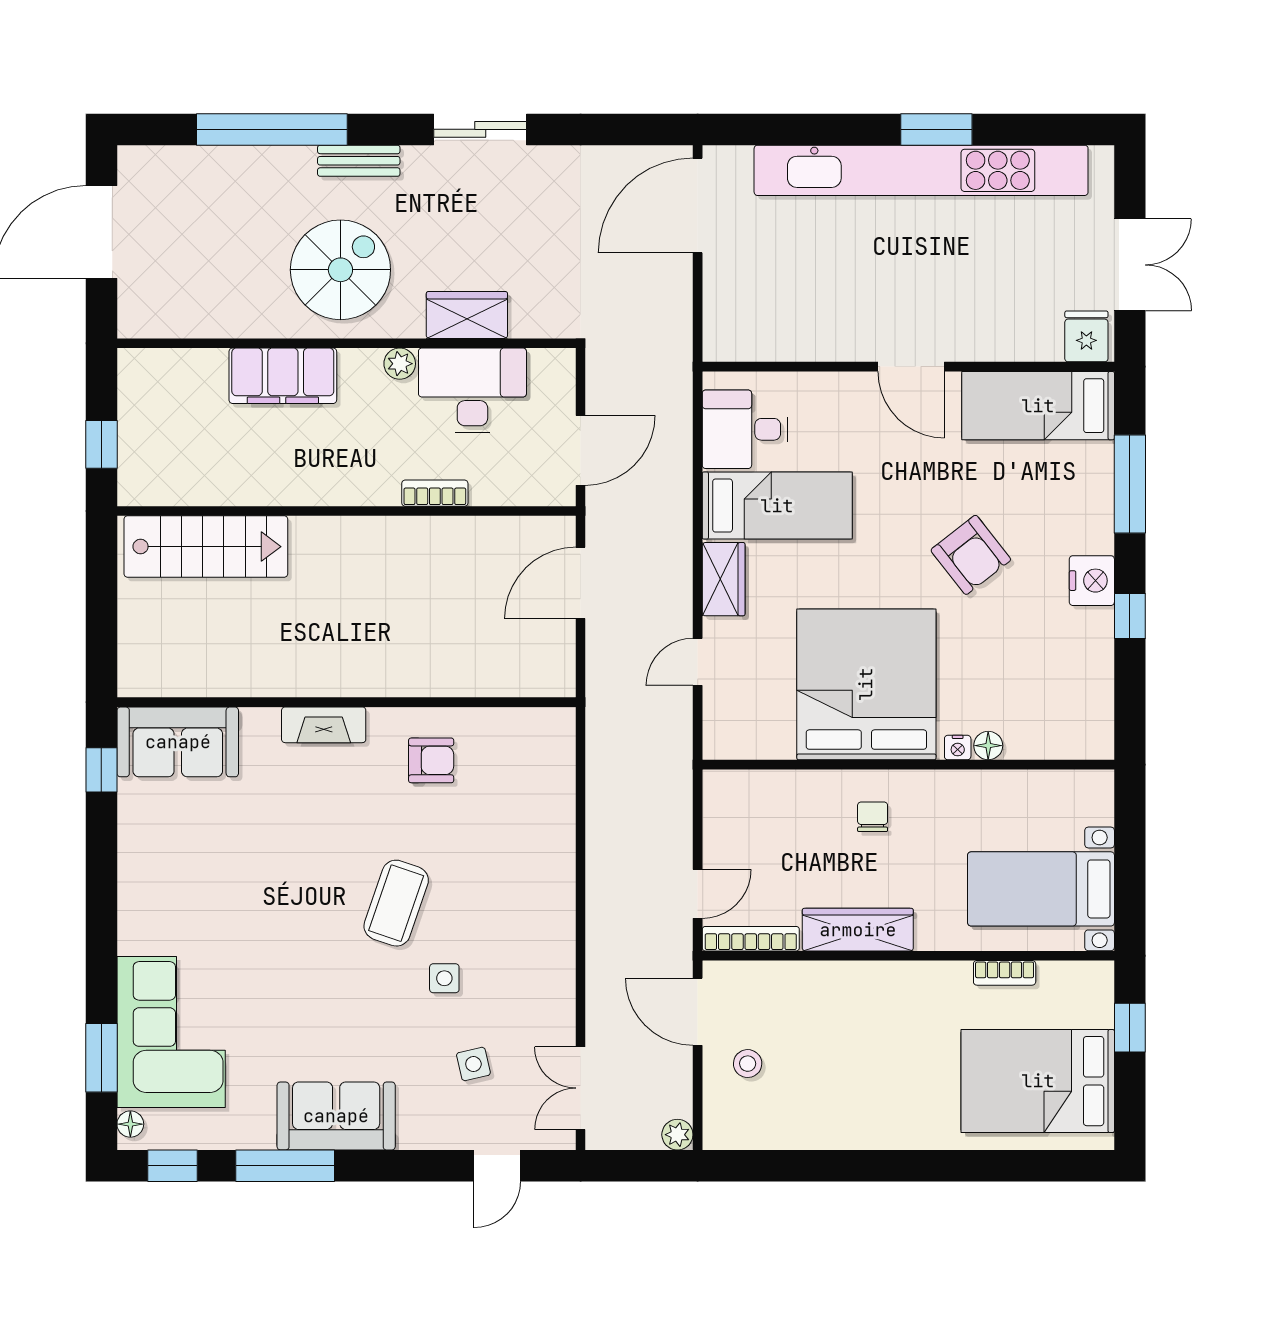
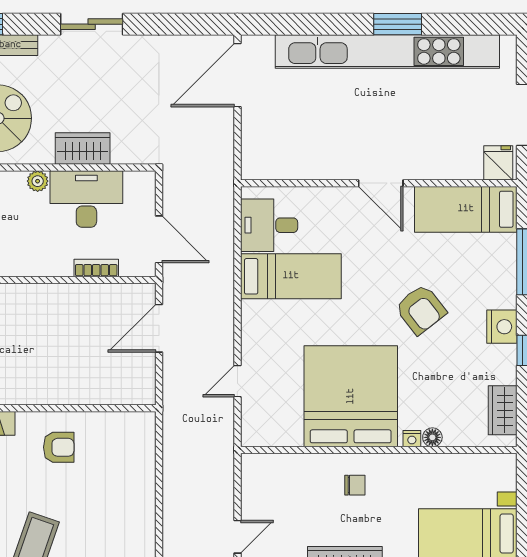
door: (581, 450) -> (159, 239), hinge flipped
bookcase: (435, 493) -> (96, 268), moved
wardrobe: (724, 579) -> (503, 410), moved, turned 180
chair: (873, 817) -> (355, 485), turned 90

